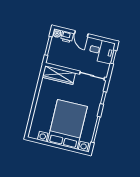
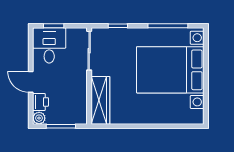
door: (81, 34) -> (31, 82), swing flipped

